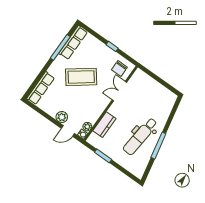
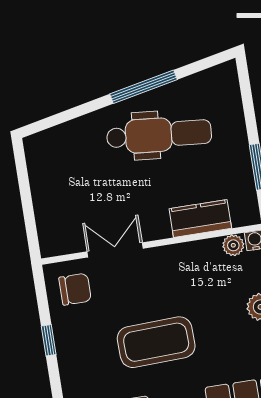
coffee table: (81, 77) -> (156, 342), turned -55
double door: (119, 91) -> (115, 250), swing flipped

